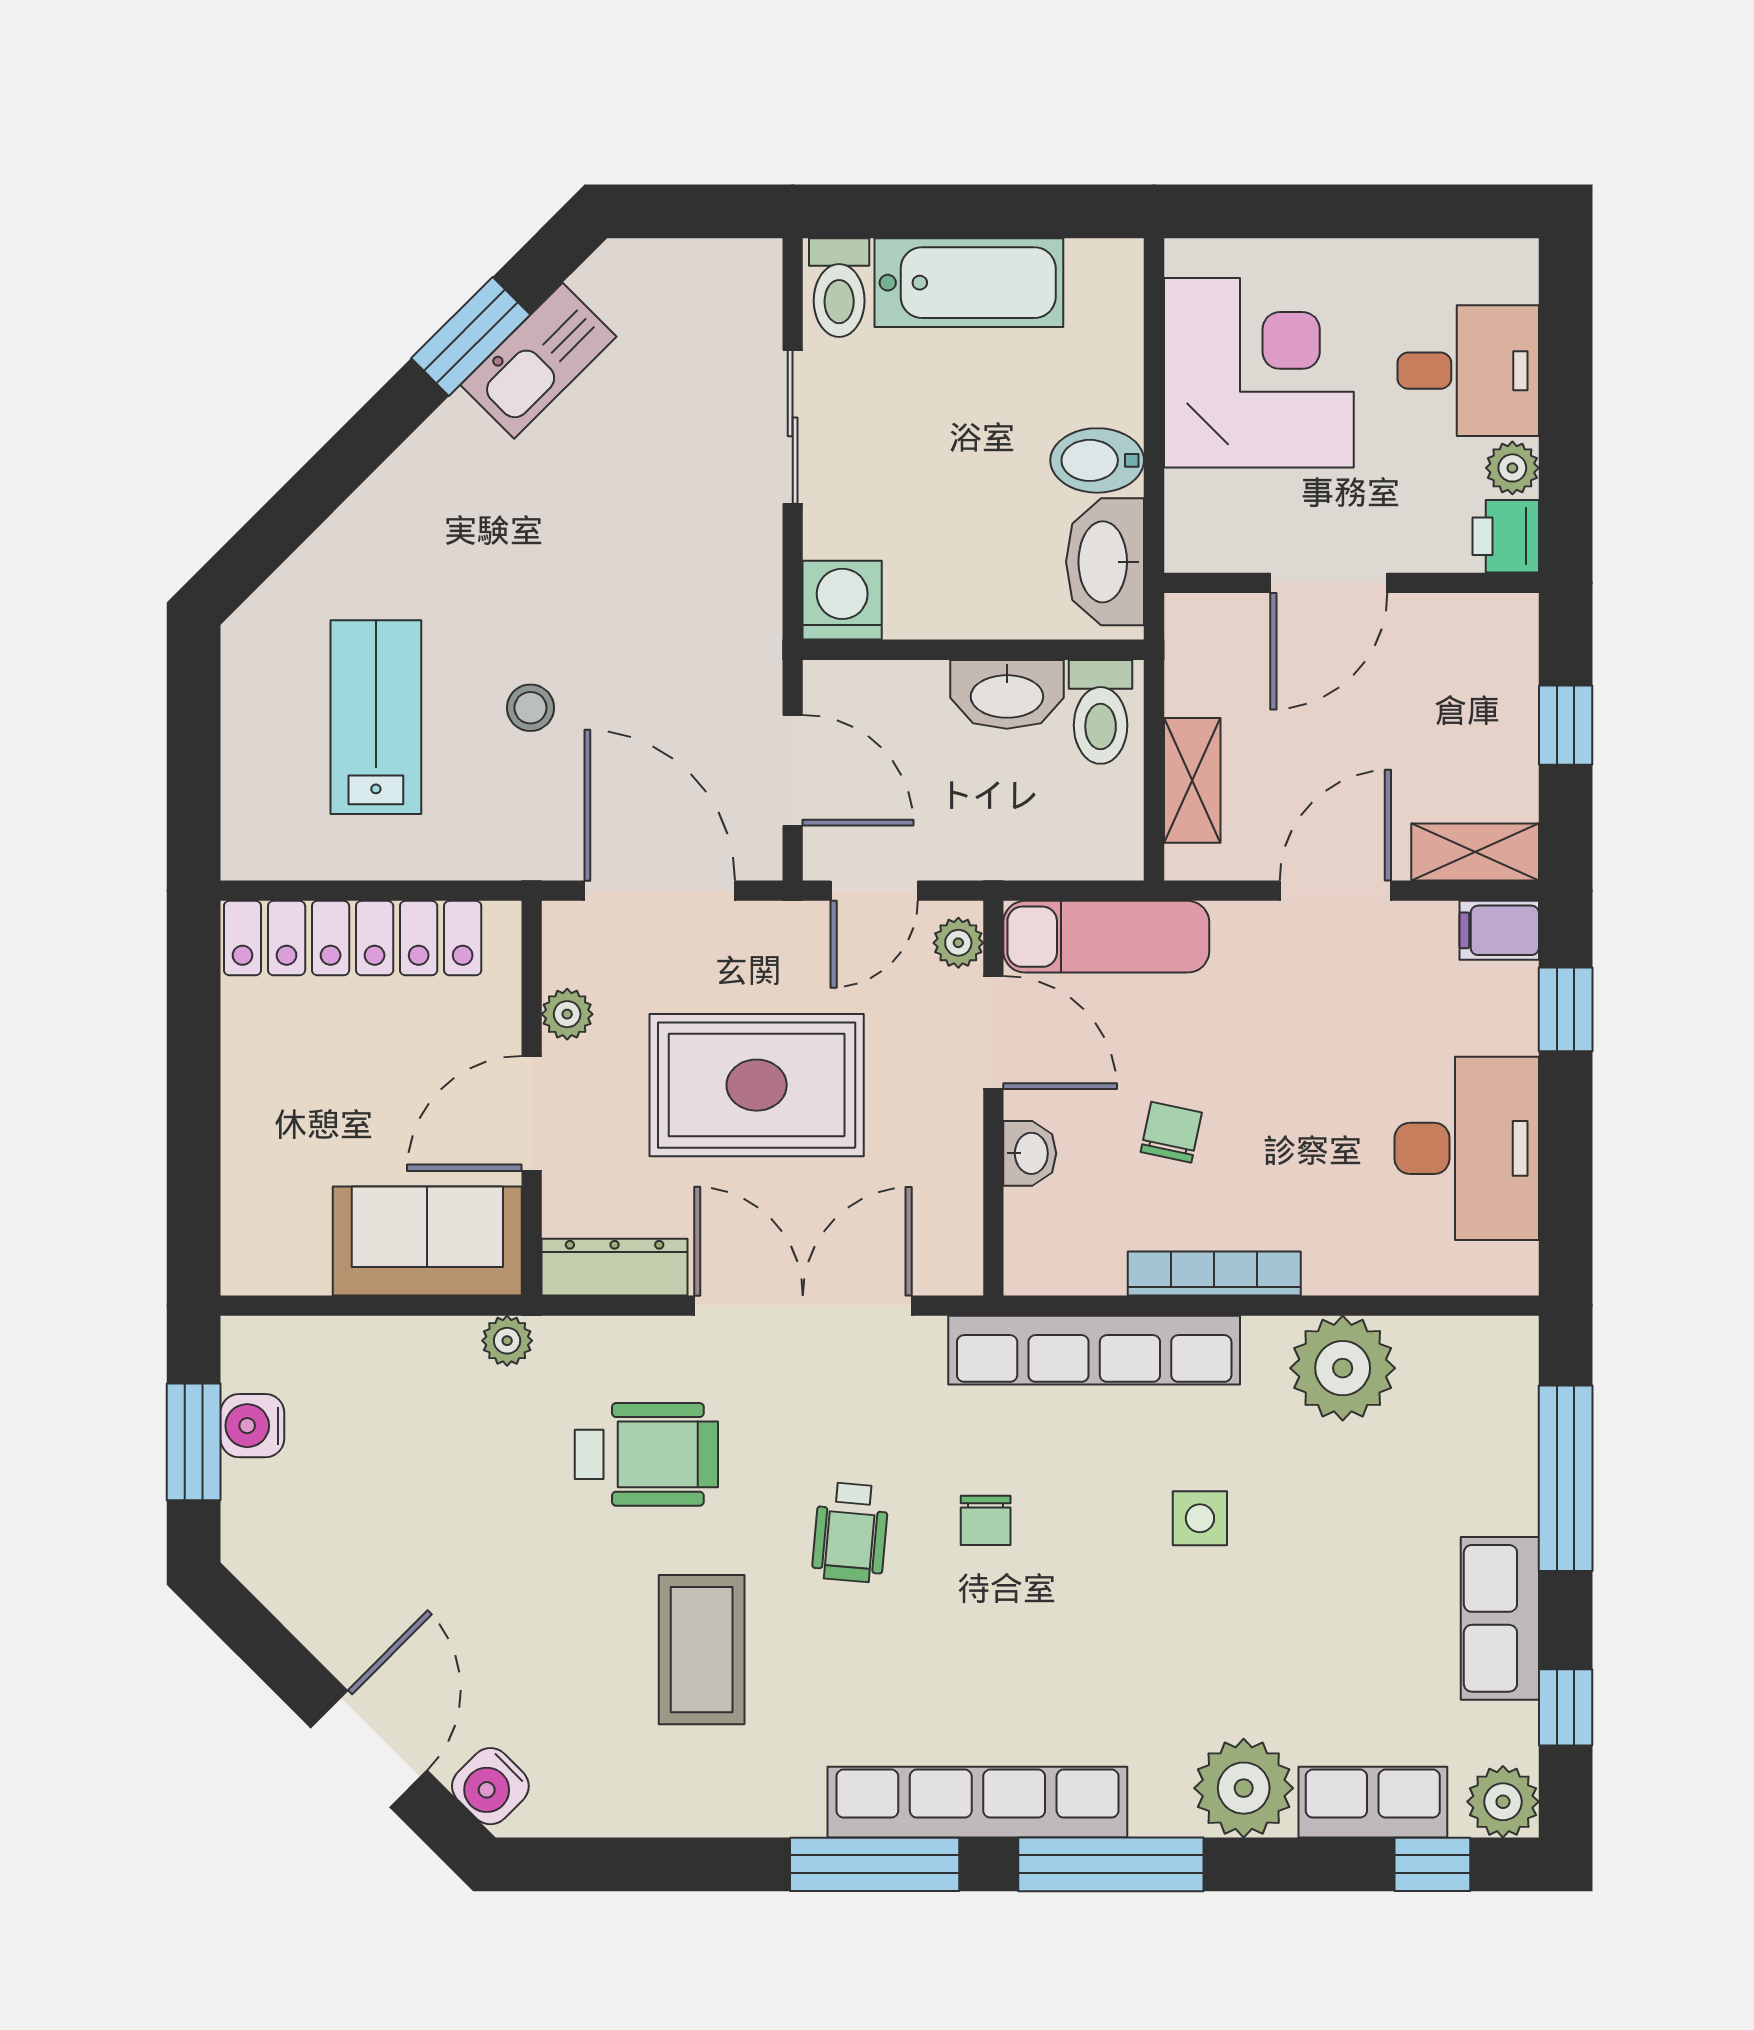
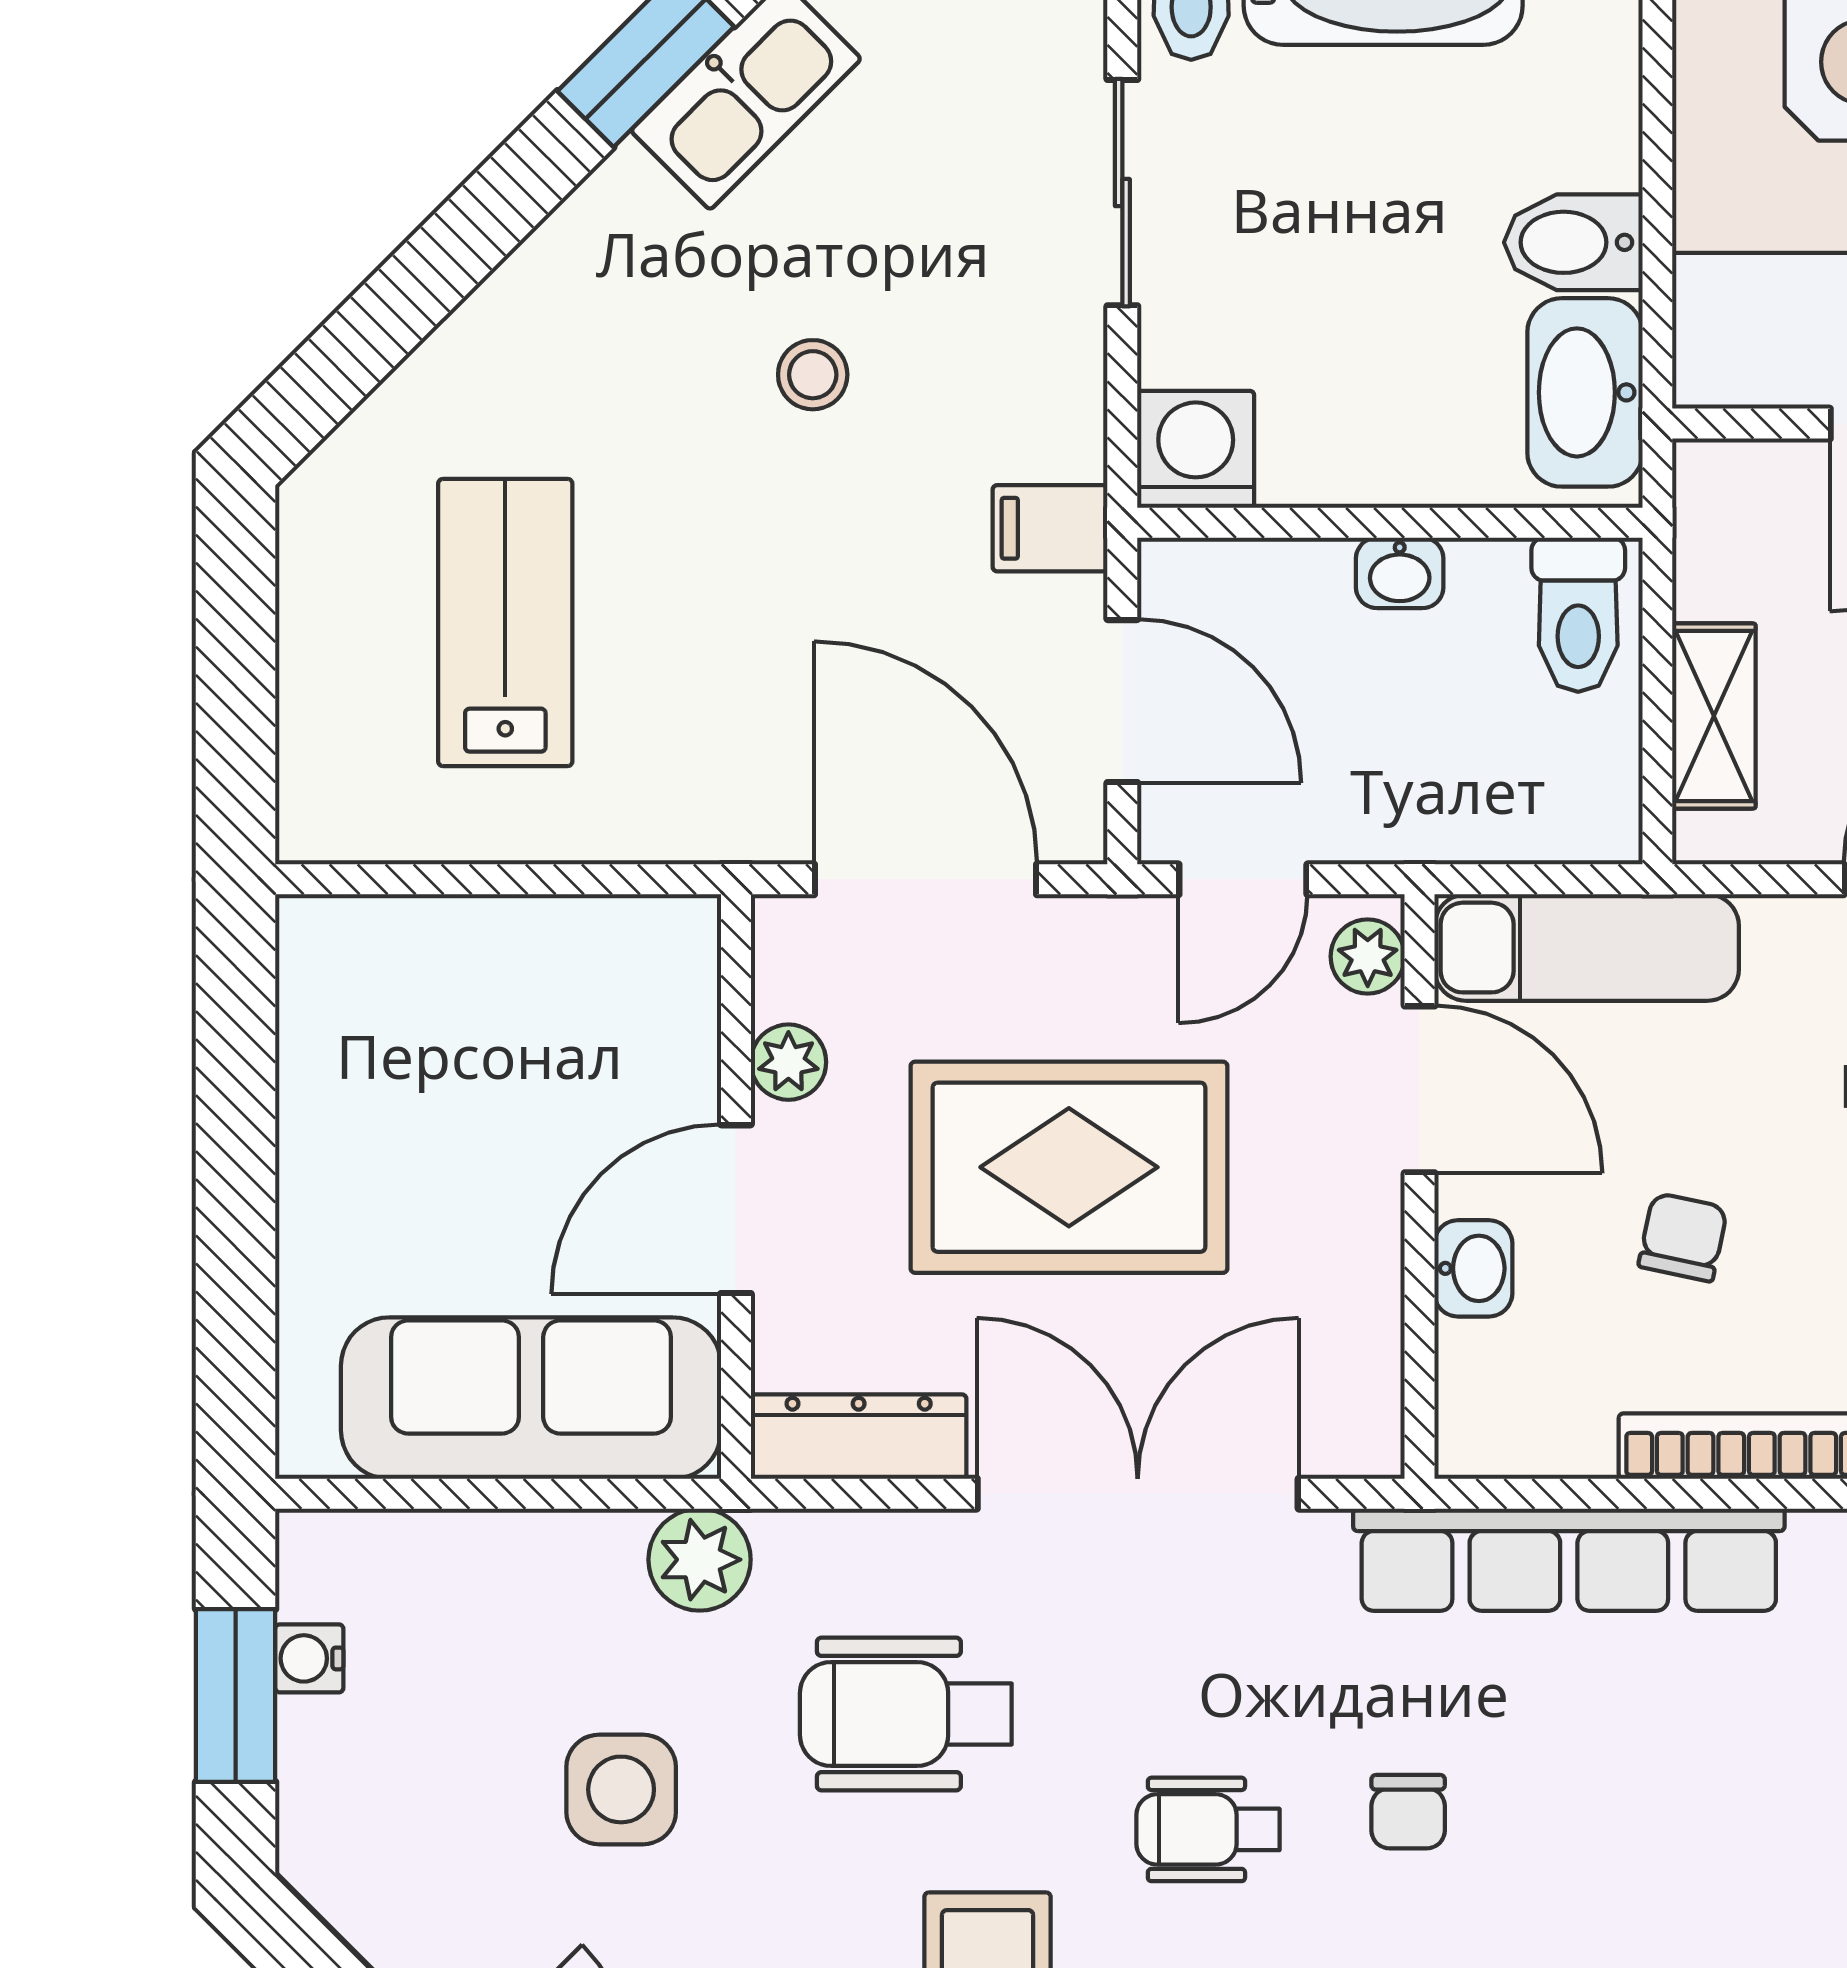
filing cabinet: (744, 654) -> (1050, 528), added
washbasin: (1007, 694) -> (1400, 573), width x0.52, depth x0.69
stool: (530, 708) -> (813, 375), moved
locker: (353, 938) -> (471, 950), removed
sofa: (427, 1241) -> (531, 1398), width x1.36
plant: (507, 1341) -> (700, 1560), width x1.38, depth x1.38
water cooler: (252, 1426) -> (309, 1658), width x0.72, depth x0.72
wheelchair: (646, 1454) -> (906, 1714), turned 180
side table: (1200, 1518) -> (621, 1789), moved, width x1.37, depth x1.37
wheelchair: (850, 1532) -> (1208, 1829), turned 85

